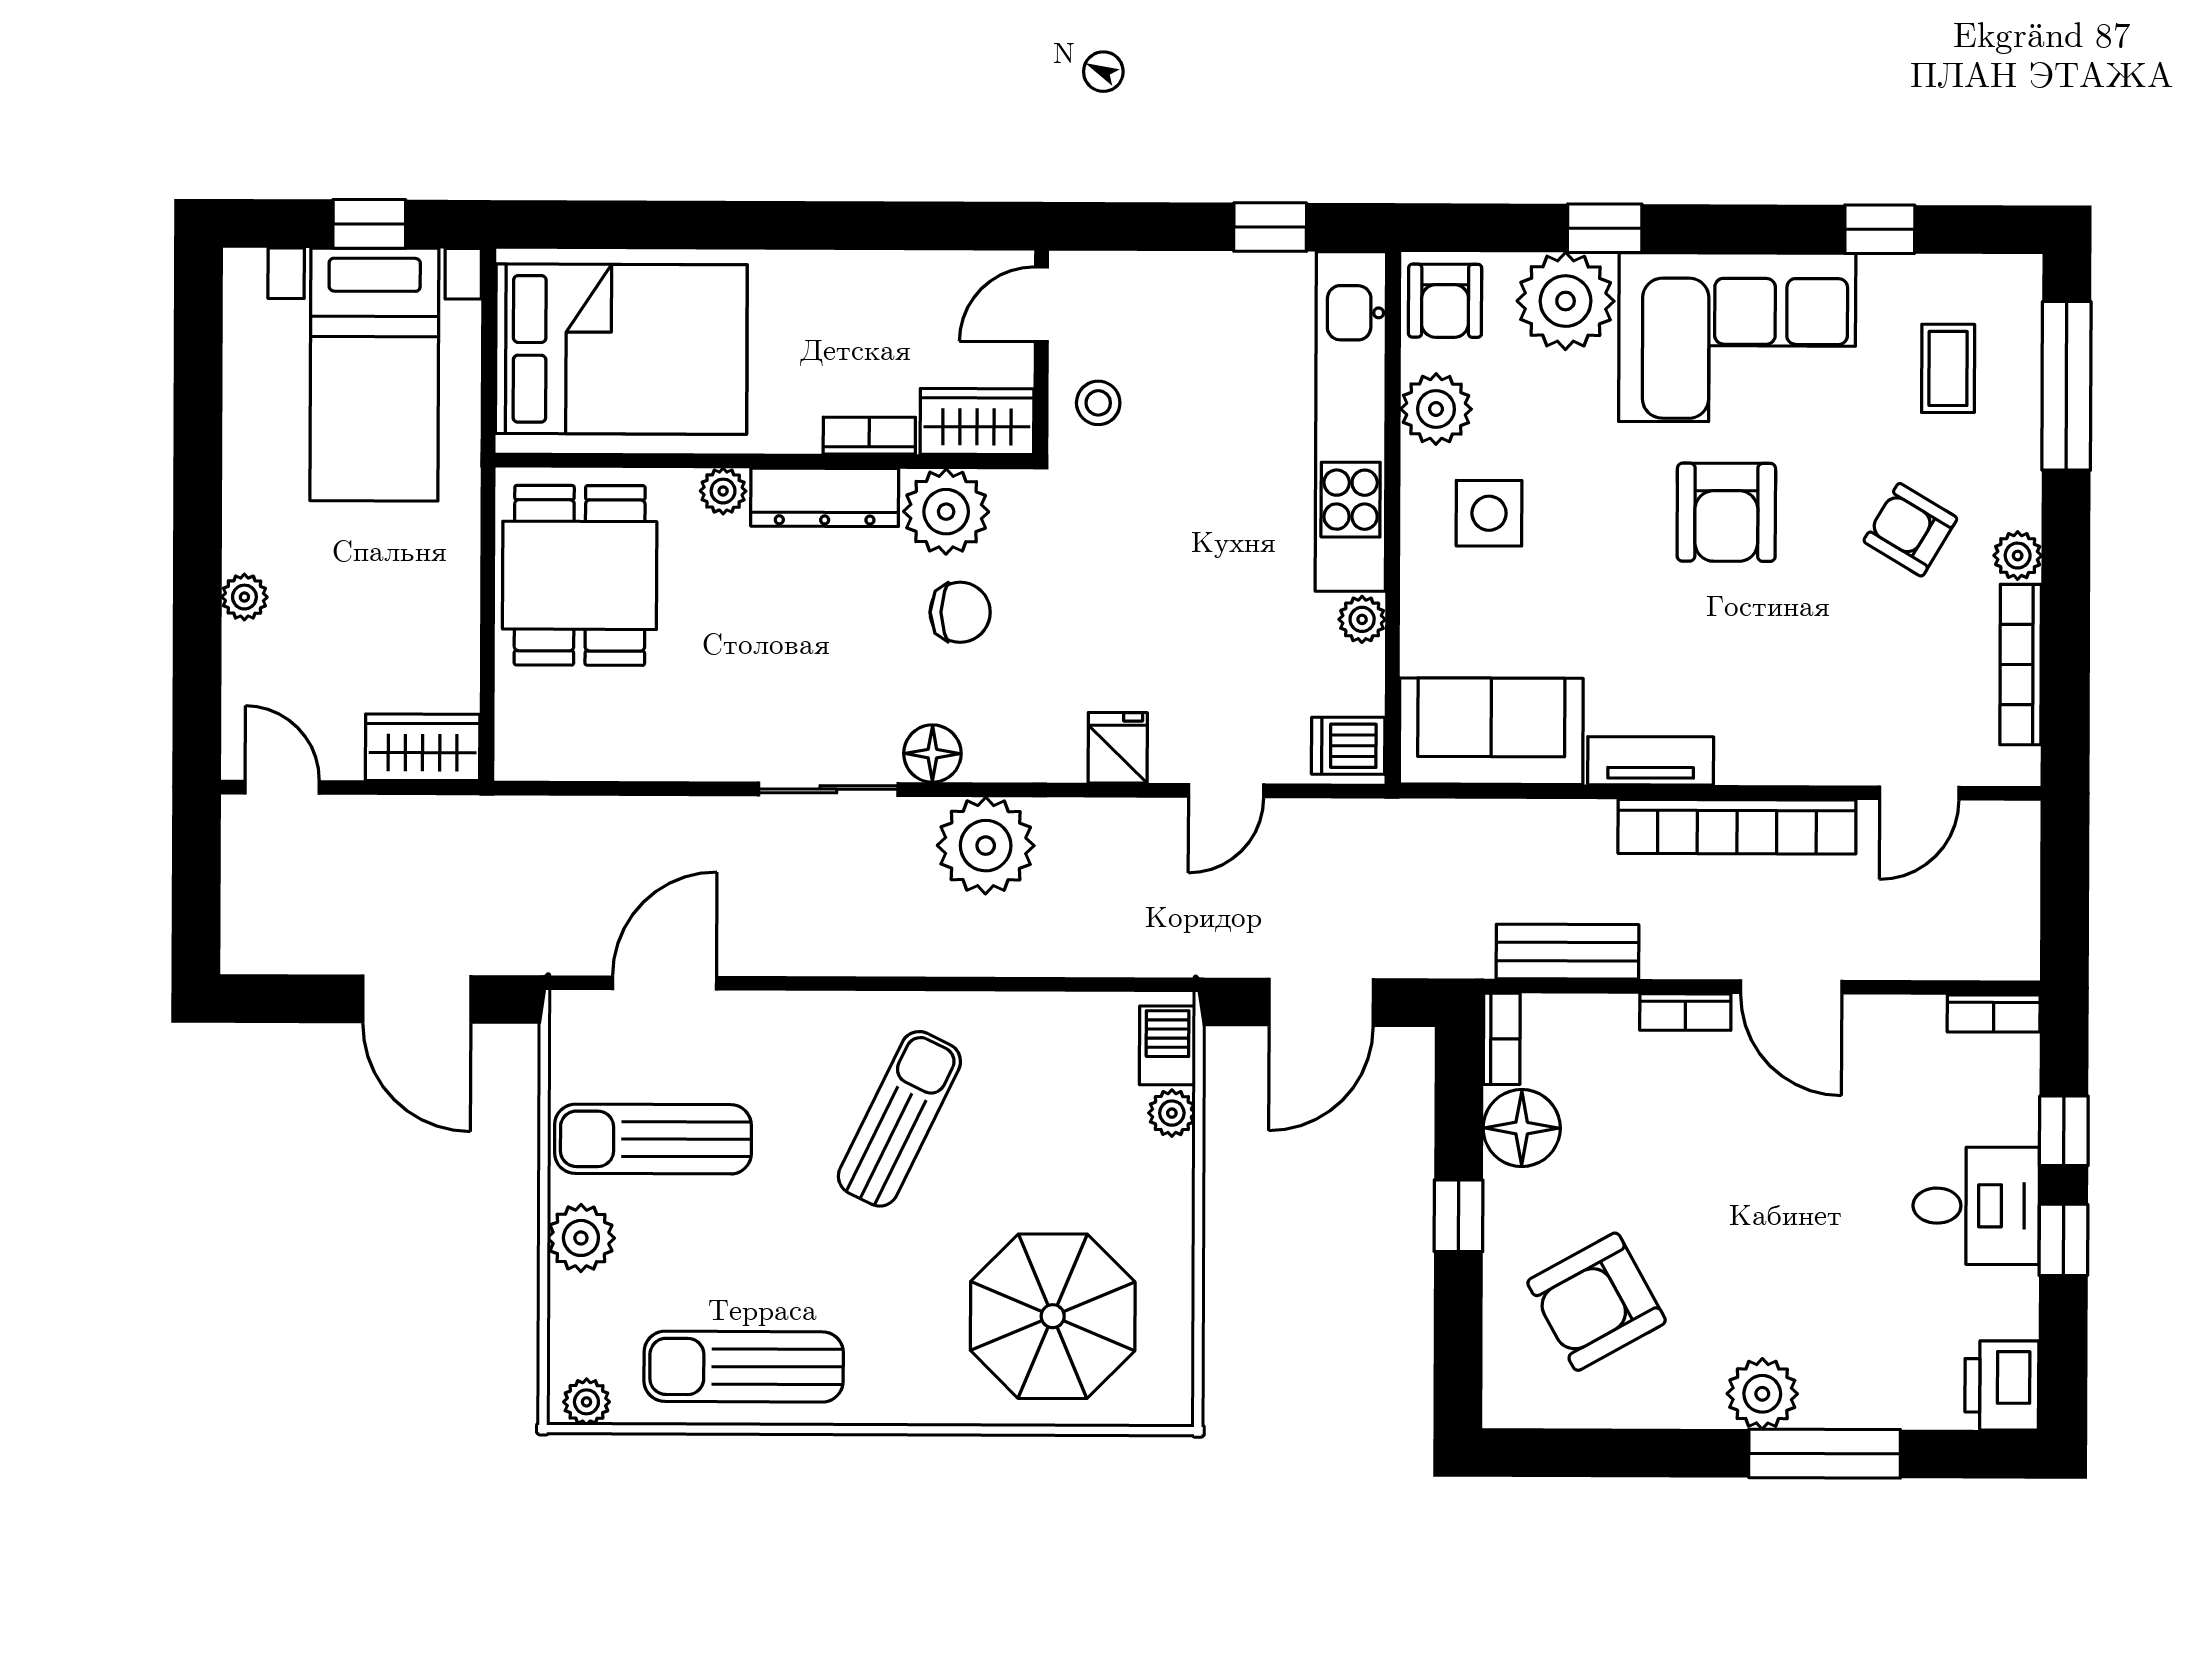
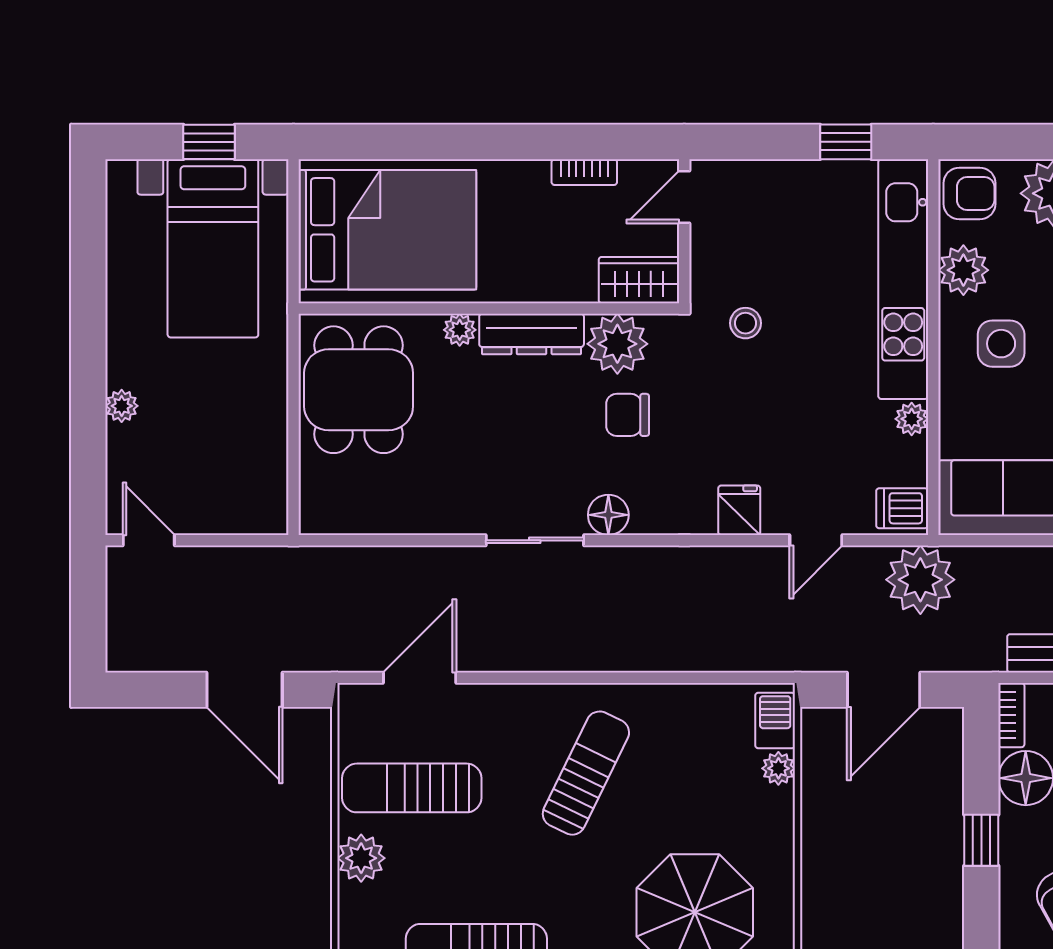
armchair: (1445, 301) -> (969, 194), turned -90
stool: (1098, 403) -> (745, 323), moved
bookcase: (869, 436) -> (584, 172), moved, turned 180
chair: (960, 612) -> (628, 415), turned 180
wardrobe: (423, 747) -> (248, 512), removed
plant: (986, 846) -> (920, 580), moved

